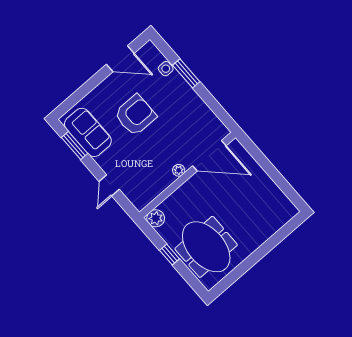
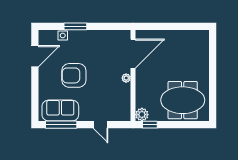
armchair: (135, 115) -> (74, 75), turned -90
window: (74, 146) -> (61, 125), width x1.44
window: (170, 255) -> (150, 125), moved

